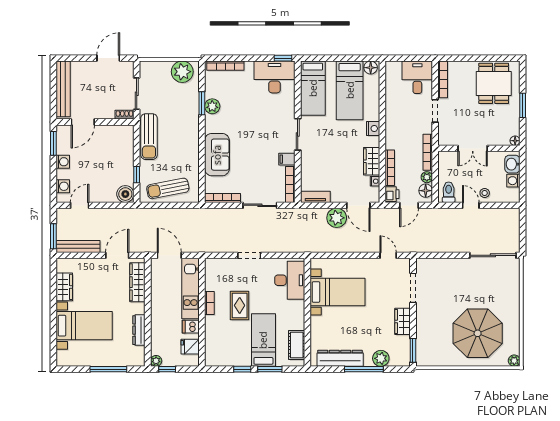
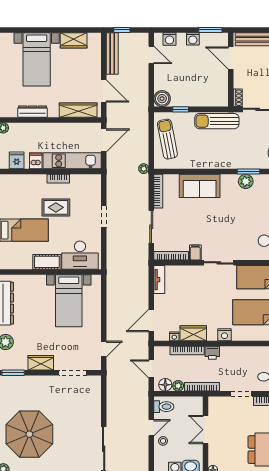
printer: (392, 194) -> (212, 353), moved
plant: (337, 218) -> (144, 169), moved, width x0.53, depth x0.53
window: (53, 236) -> (122, 30), width x0.67
cot: (297, 345) -> (47, 262), moved

